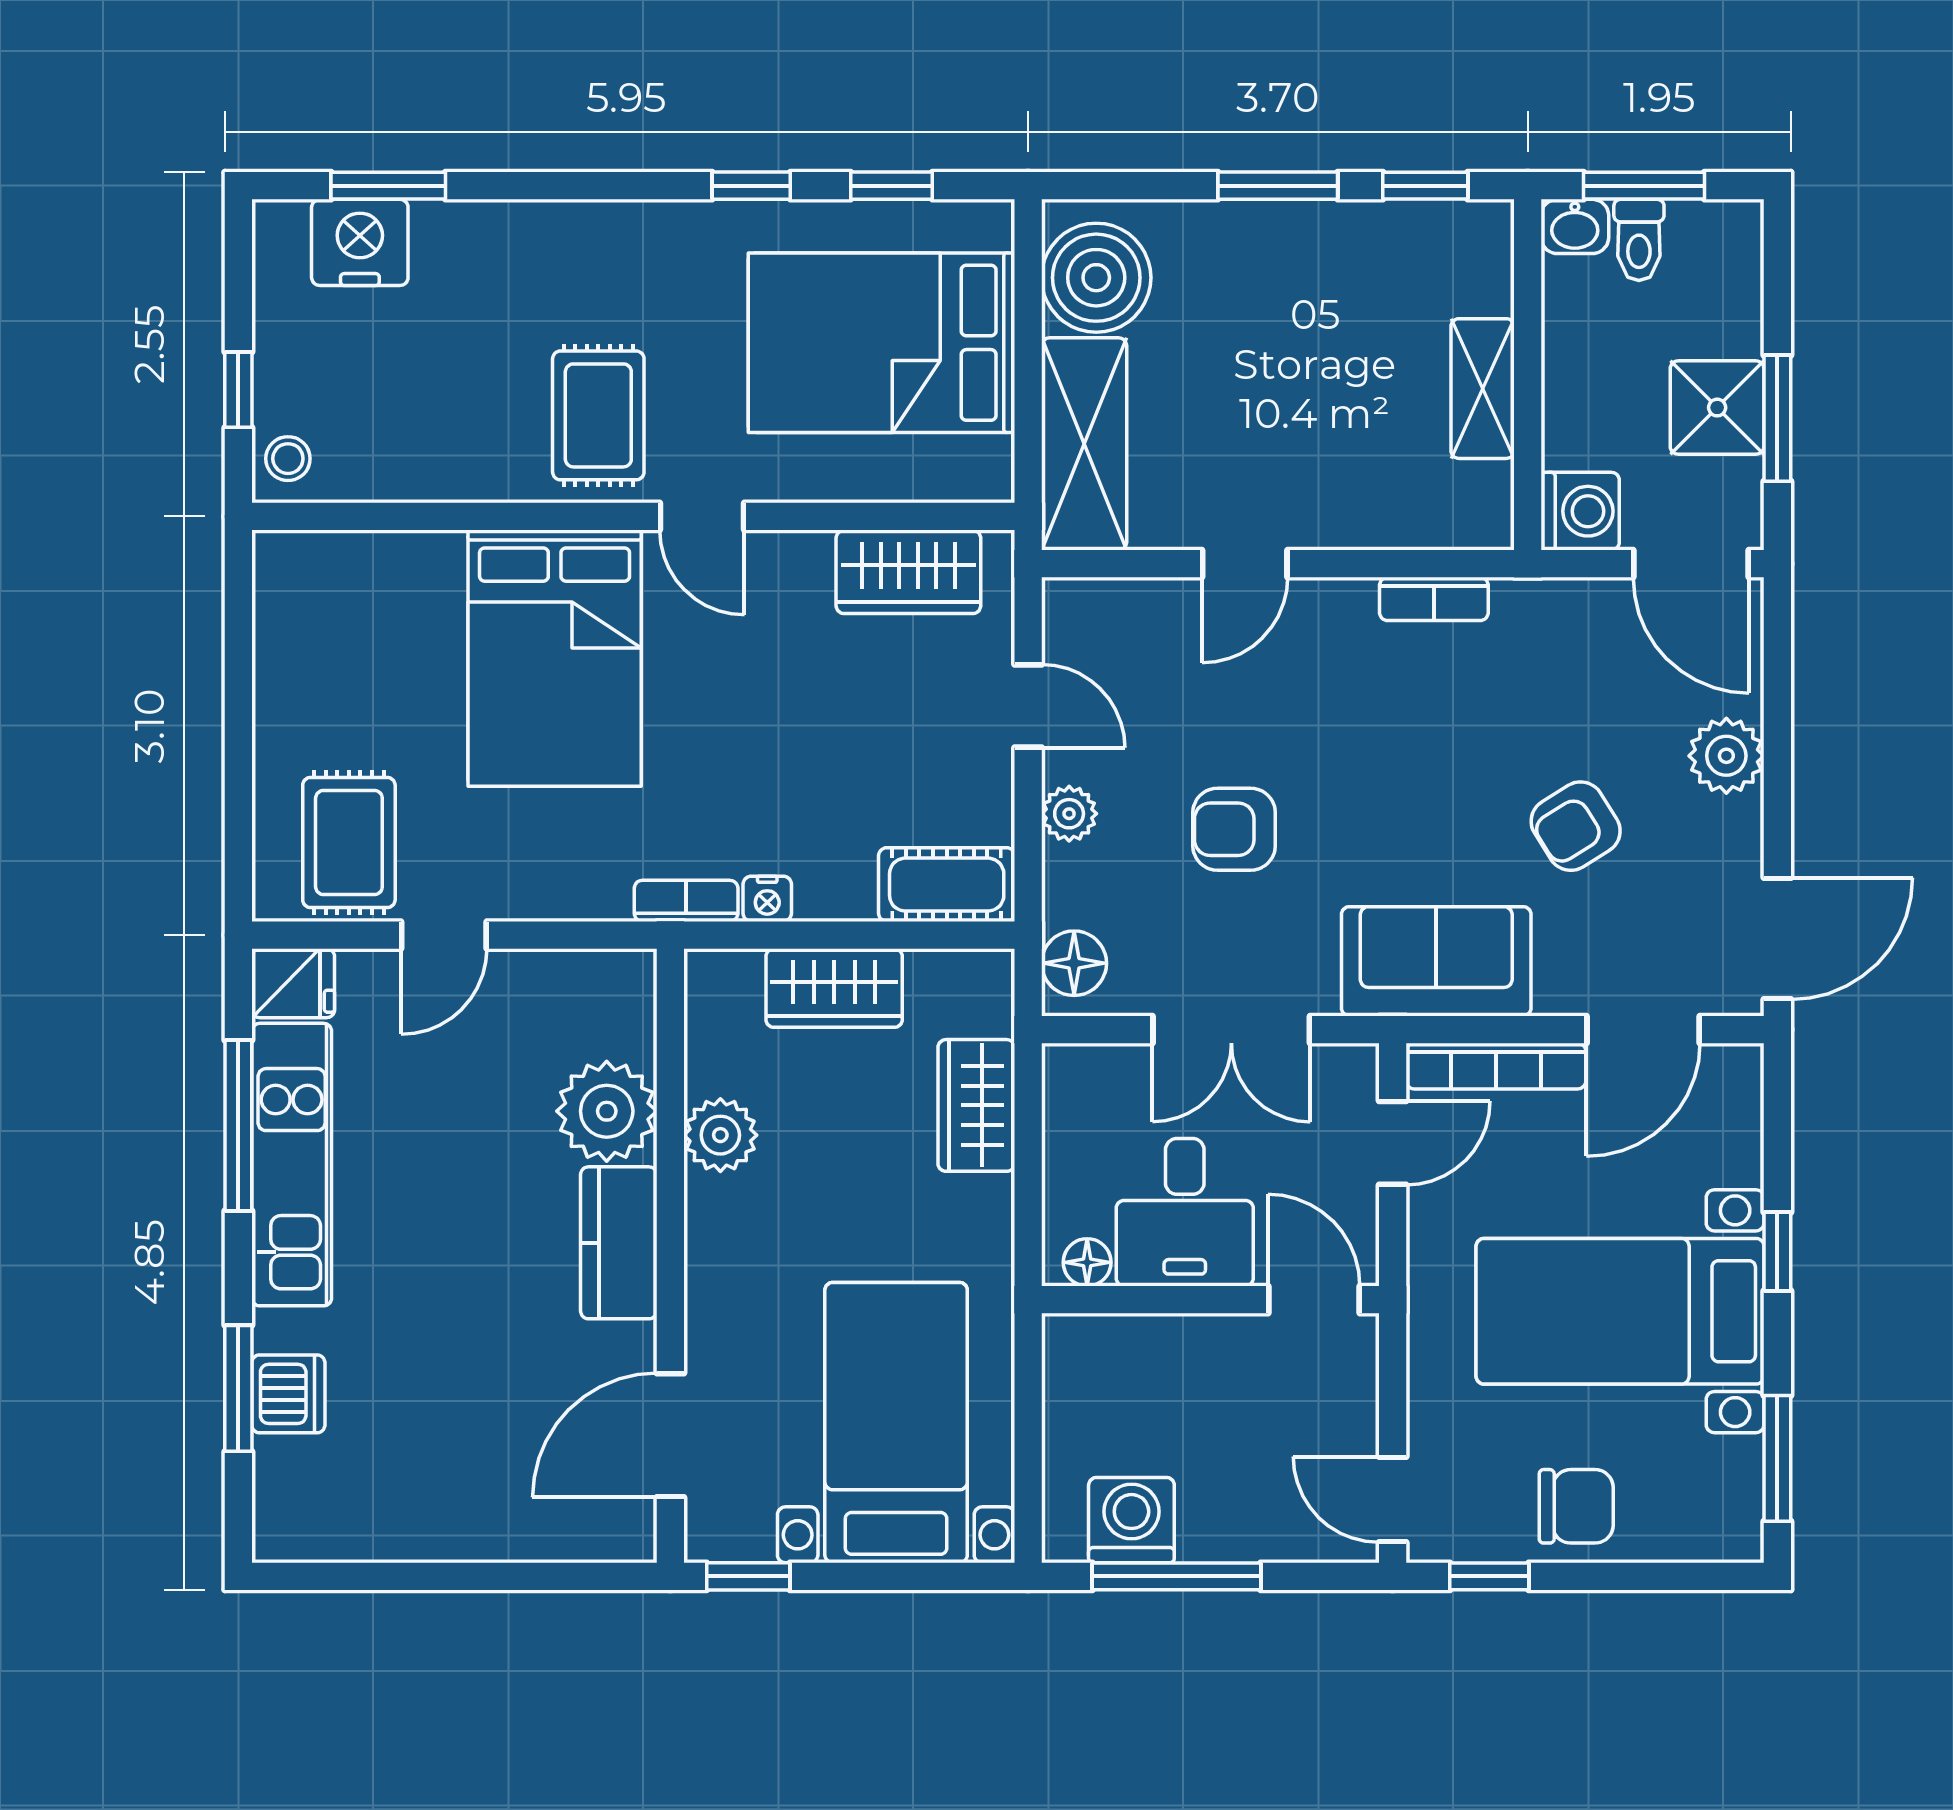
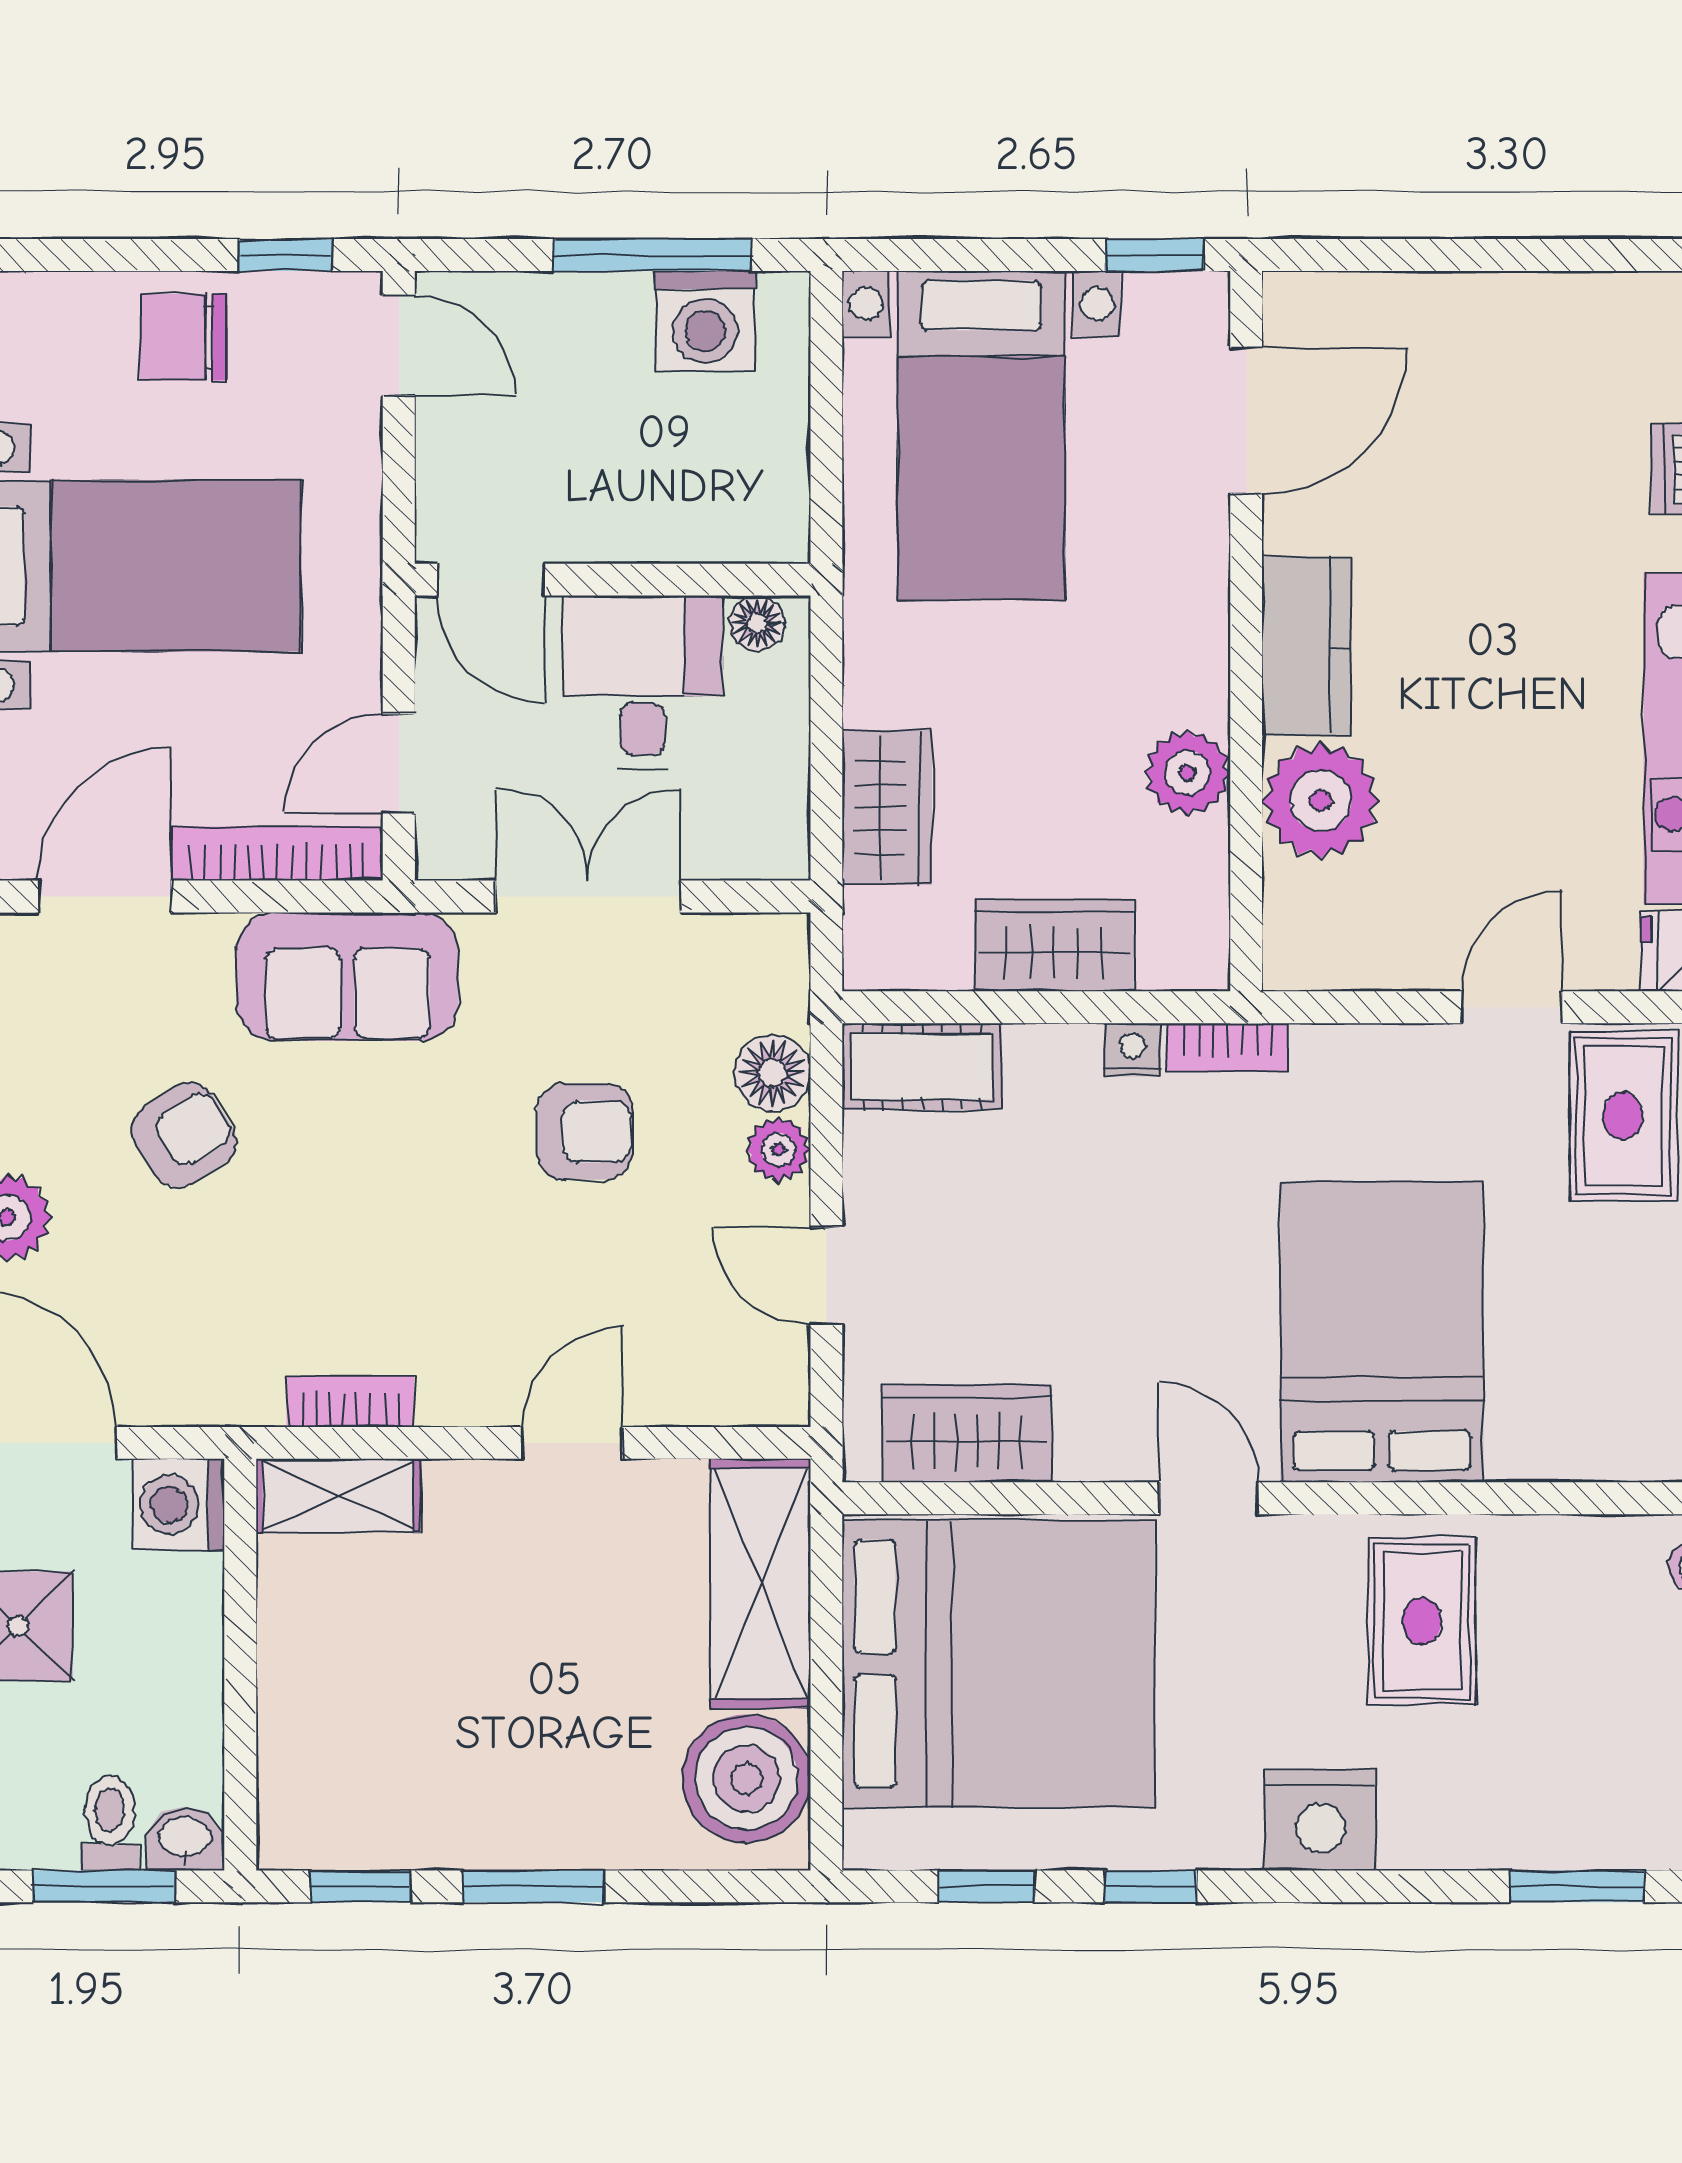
nightstand: (360, 242) -> (1321, 1820), moved
bed: (881, 343) -> (998, 1664), width x1.36
shelving: (1483, 389) -> (338, 1496), moved, turned 90
rug: (598, 415) -> (1422, 1621), moved
floor lamp: (1074, 963) -> (773, 1073), moved

